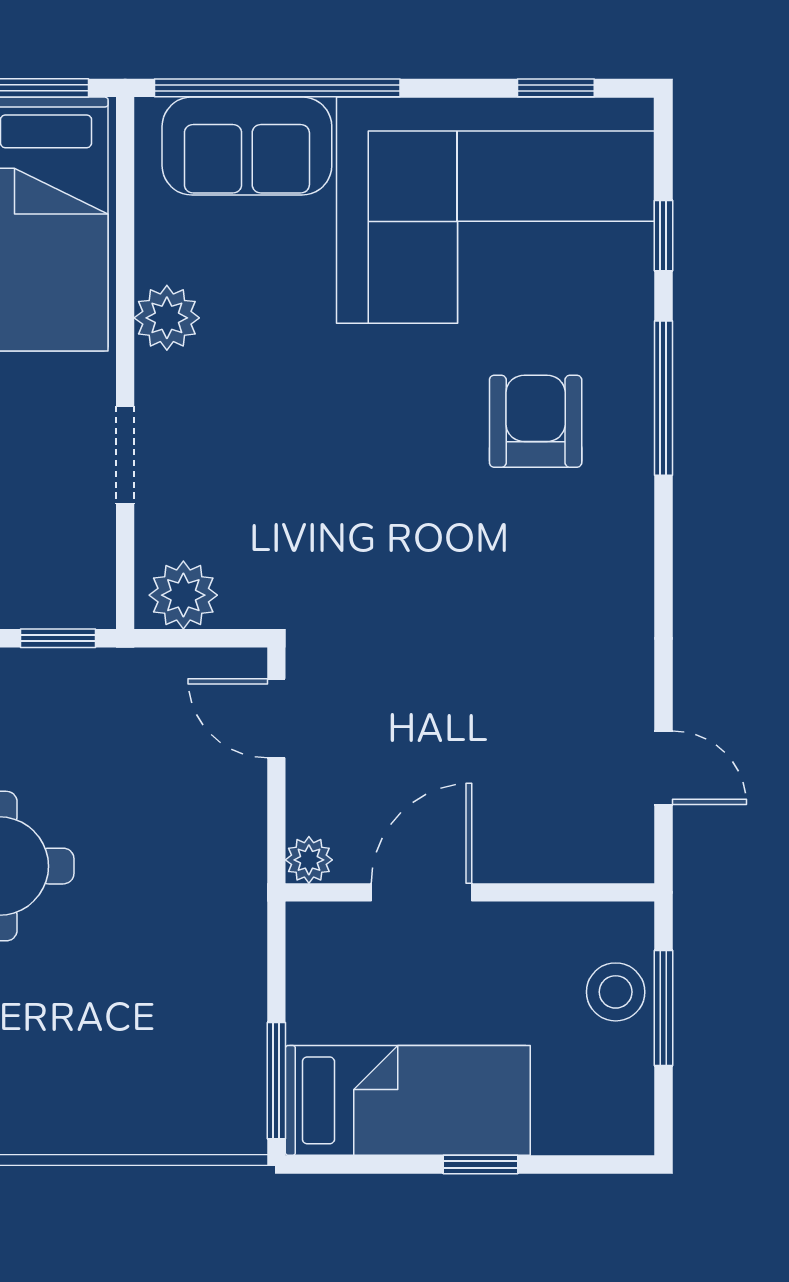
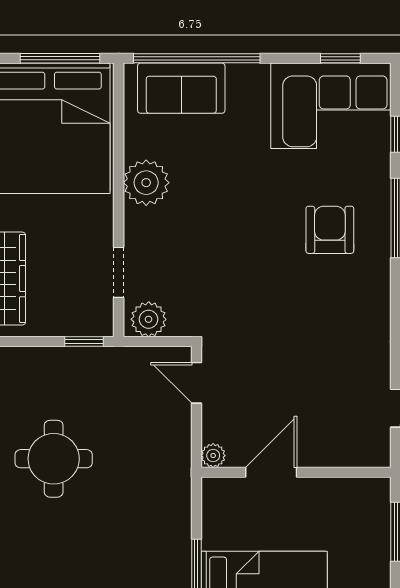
corner sofa: (495, 210) -> (331, 106), width x0.73, depth x0.74
plant: (167, 318) -> (146, 183), width x1.36, depth x1.36
doorway: (125, 455) -> (119, 272), moved
stool: (616, 992) -> (371, 524), removed

